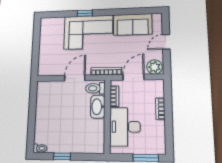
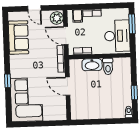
corner sofa: (88, 32) -> (26, 100), moved
toilet: (95, 88) -> (108, 66), moved
filing cabinet: (157, 91) -> (78, 16), added
desk: (125, 127) -> (117, 36), moved, turned -90

